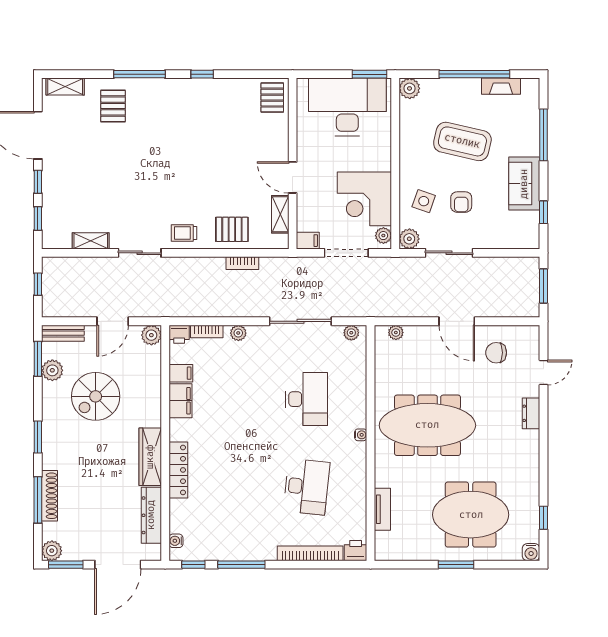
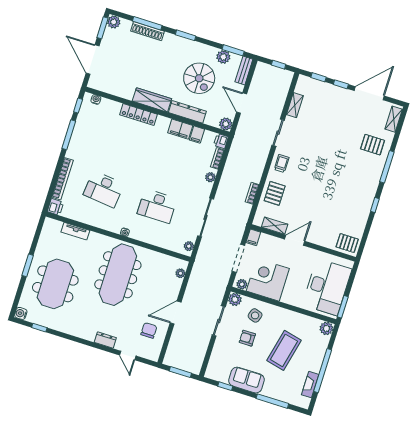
spiral stairs: (96, 396) -> (199, 78), turned 180
dresser: (151, 515) -> (187, 112), moved

